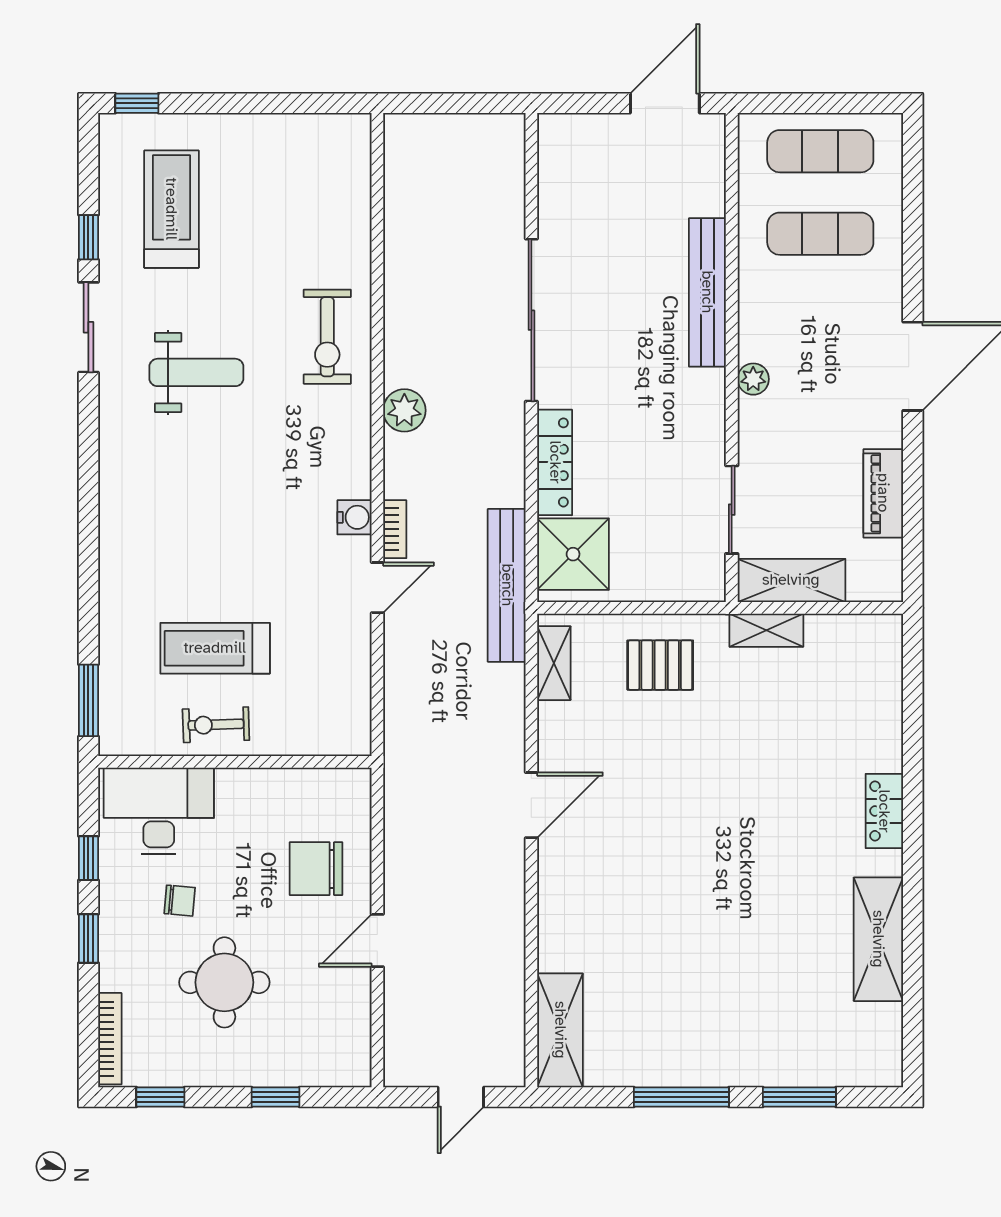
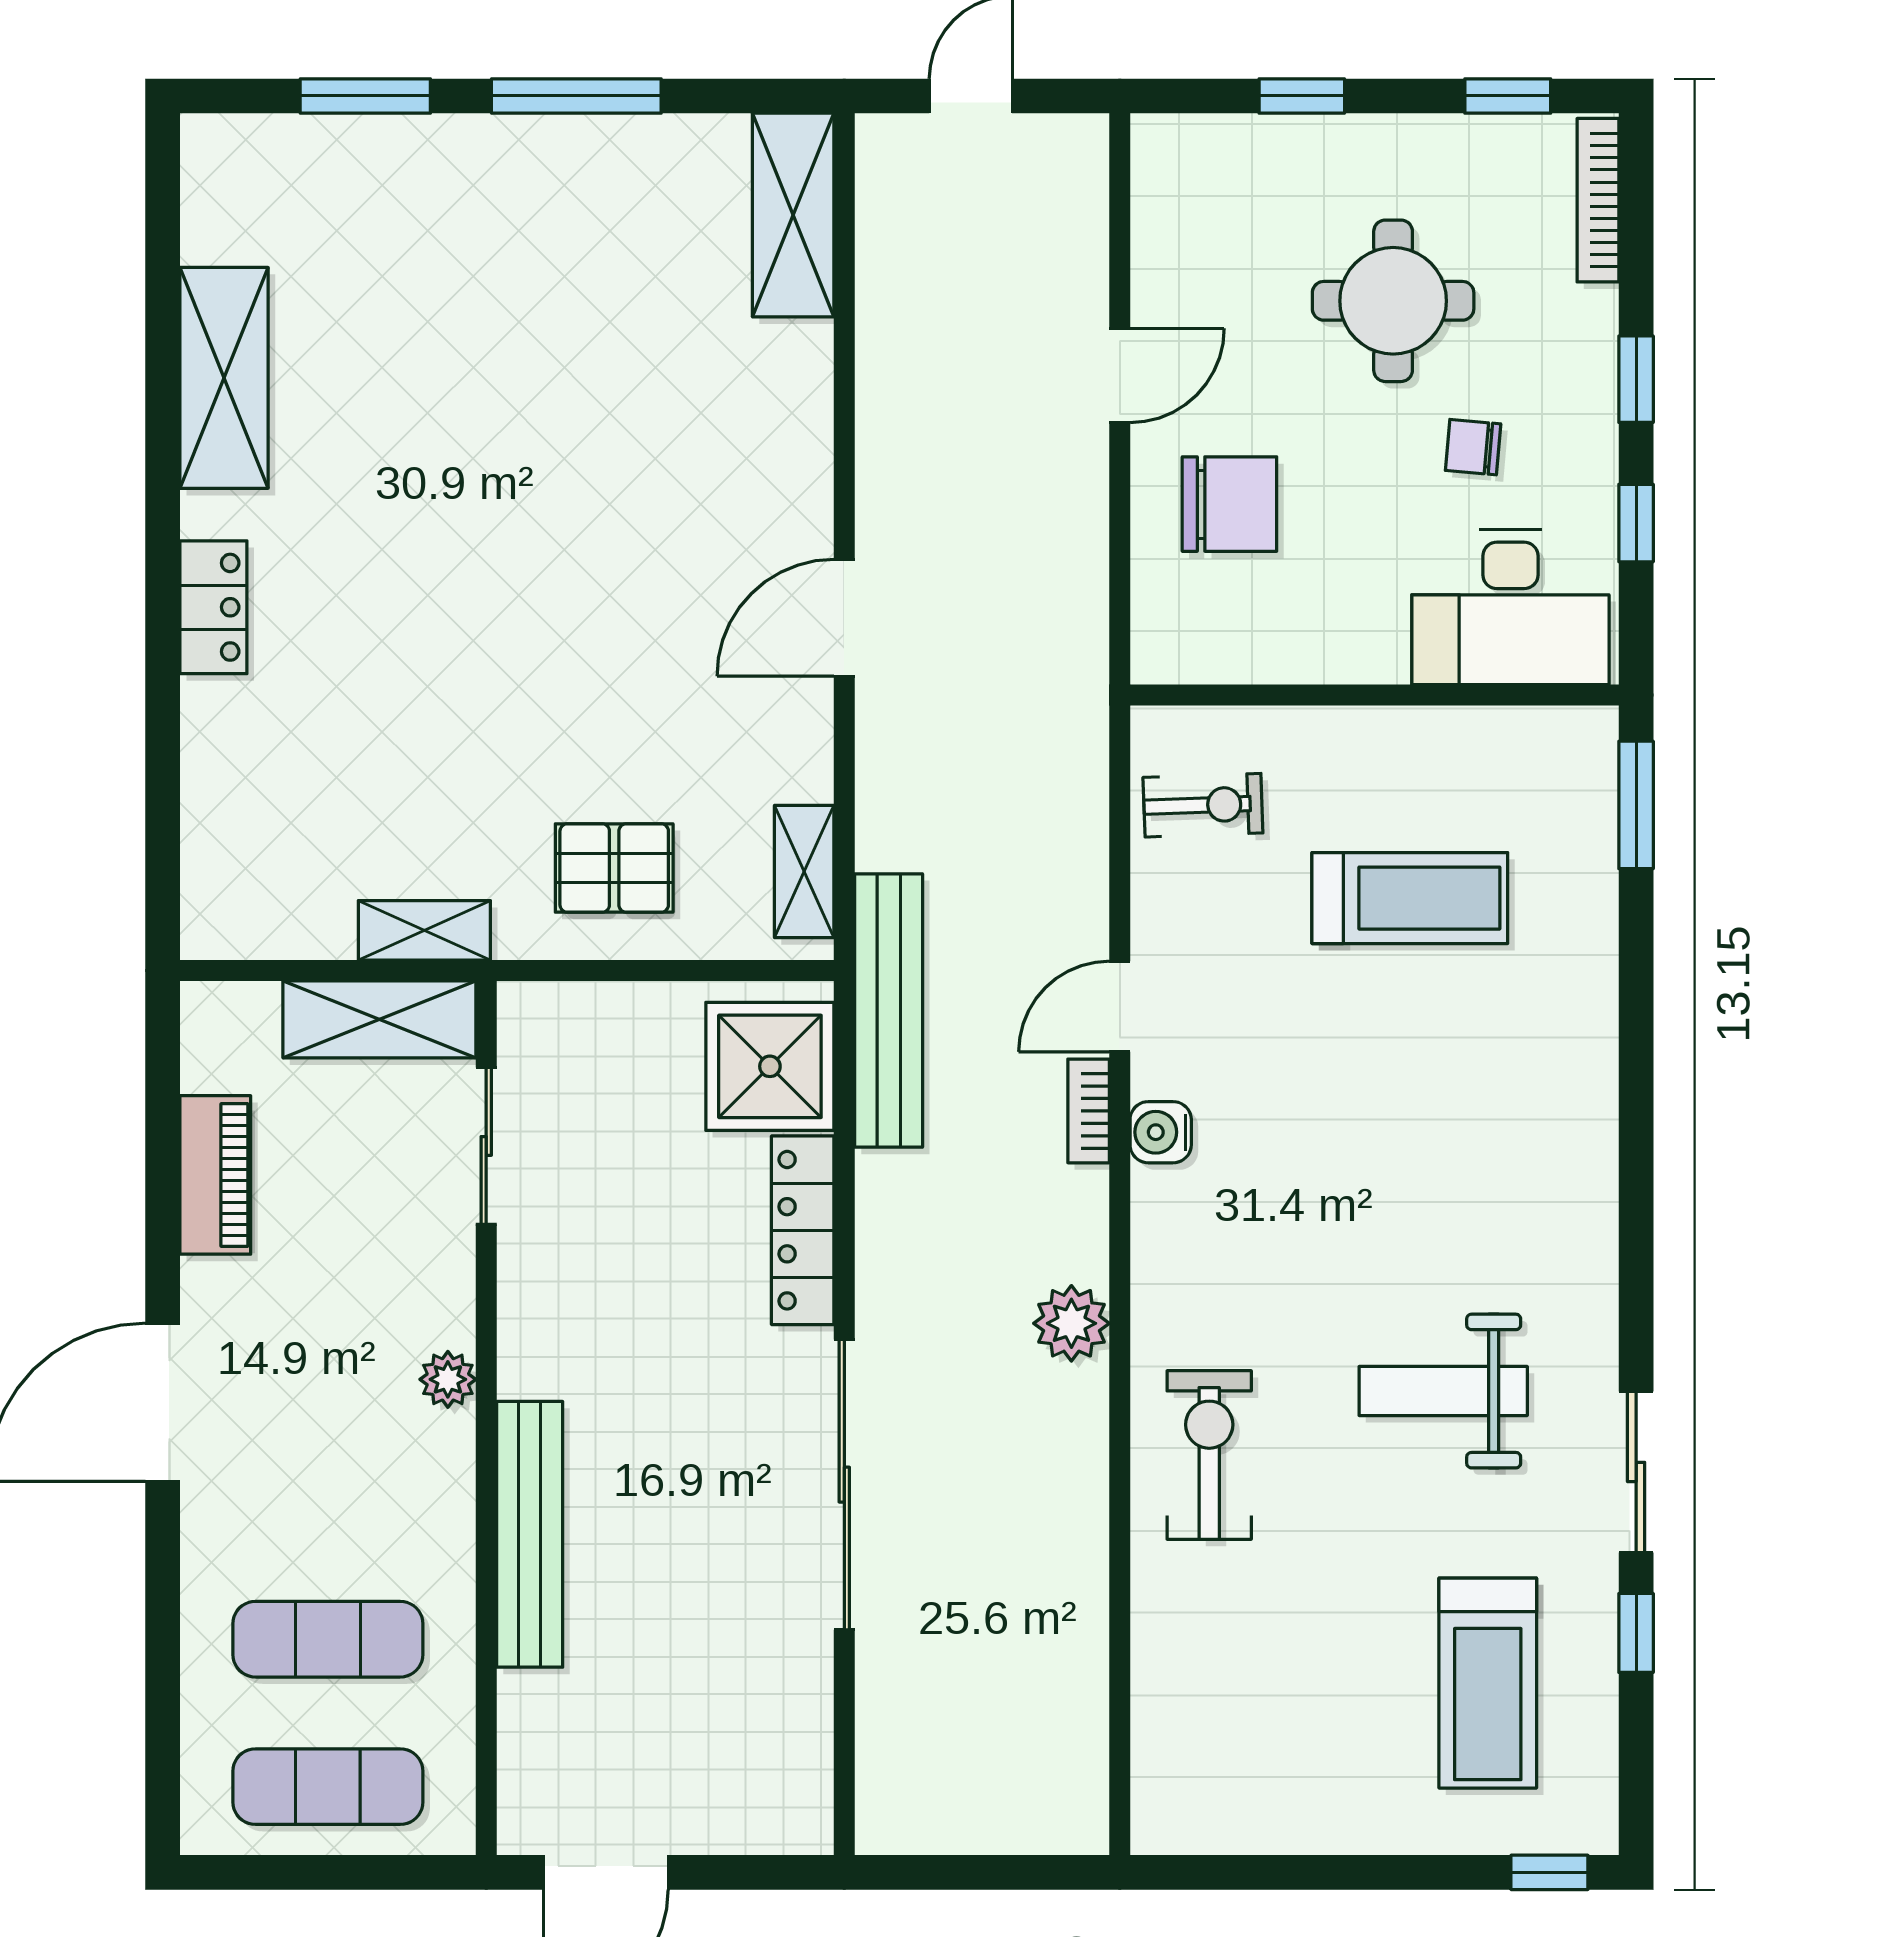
exercise bike: (216, 725) -> (1203, 805), moved

